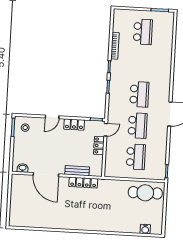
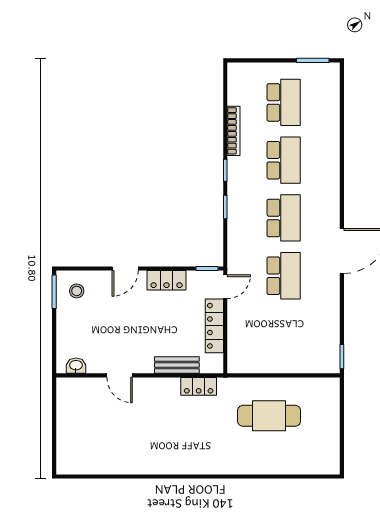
locker: (99, 146) -> (214, 326), width x1.53
school desk: (136, 157) -> (284, 160), moved
door: (46, 175) -> (120, 375), width x0.53
locker: (83, 183) -> (199, 386), width x0.66
cafe table: (145, 193) -> (269, 416), moved
water cooler: (145, 229) -> (308, 466), removed

